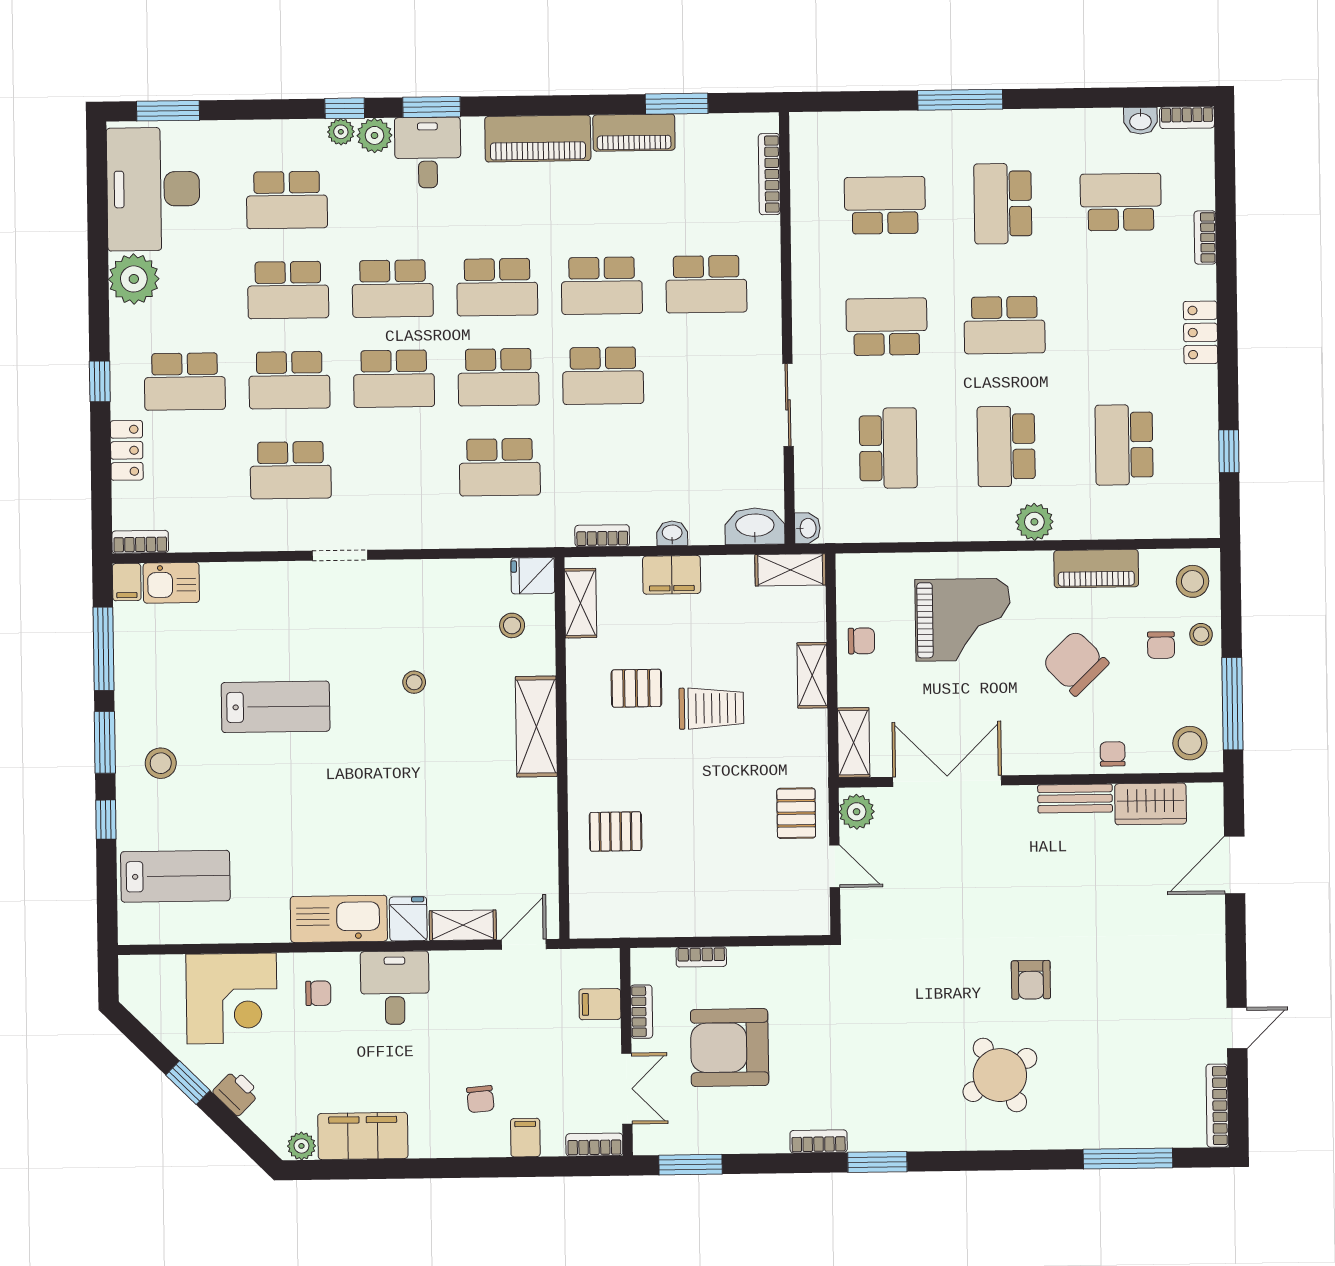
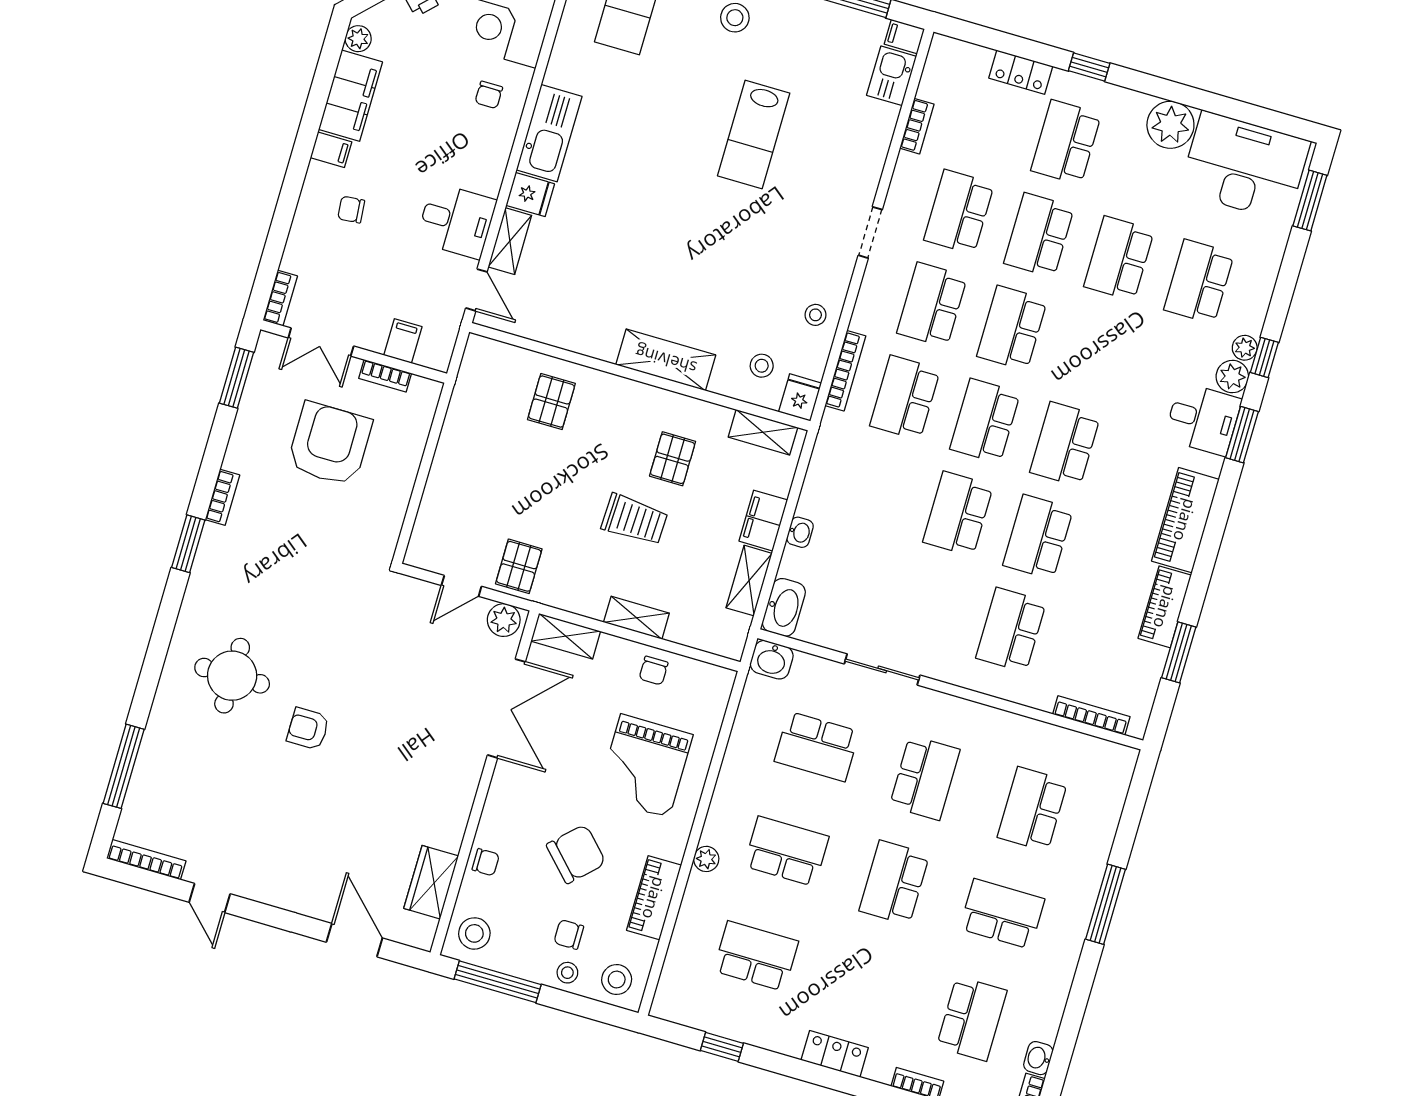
school desk: (885, 205) -> (1033, 809), turned 180
school desk: (393, 289) -> (932, 305), moved
plant: (1034, 522) -> (706, 859), width x0.73, depth x0.73
washbasin: (807, 528) -> (772, 660), width x1.38, depth x1.45
bookcase: (602, 536) -> (845, 371), moved, width x1.56
bookcase: (140, 542) -> (917, 126), moved
shelving: (790, 570) -> (749, 581), moved
stool: (414, 682) -> (815, 315), moved
trolley: (711, 708) -> (634, 520), turned -88
bench: (1075, 799) -> (456, 817), removed
pallet: (796, 813) -> (519, 566), turned 90
bookcase: (701, 957) -> (417, 443), removed
desk: (395, 988) -> (456, 221), moved
round table: (1000, 1075) -> (232, 676), turned 31
filing cabinet: (525, 1138) -> (331, 150), moved

